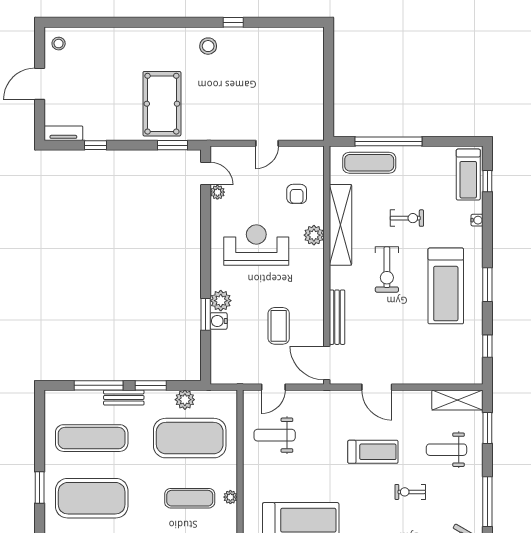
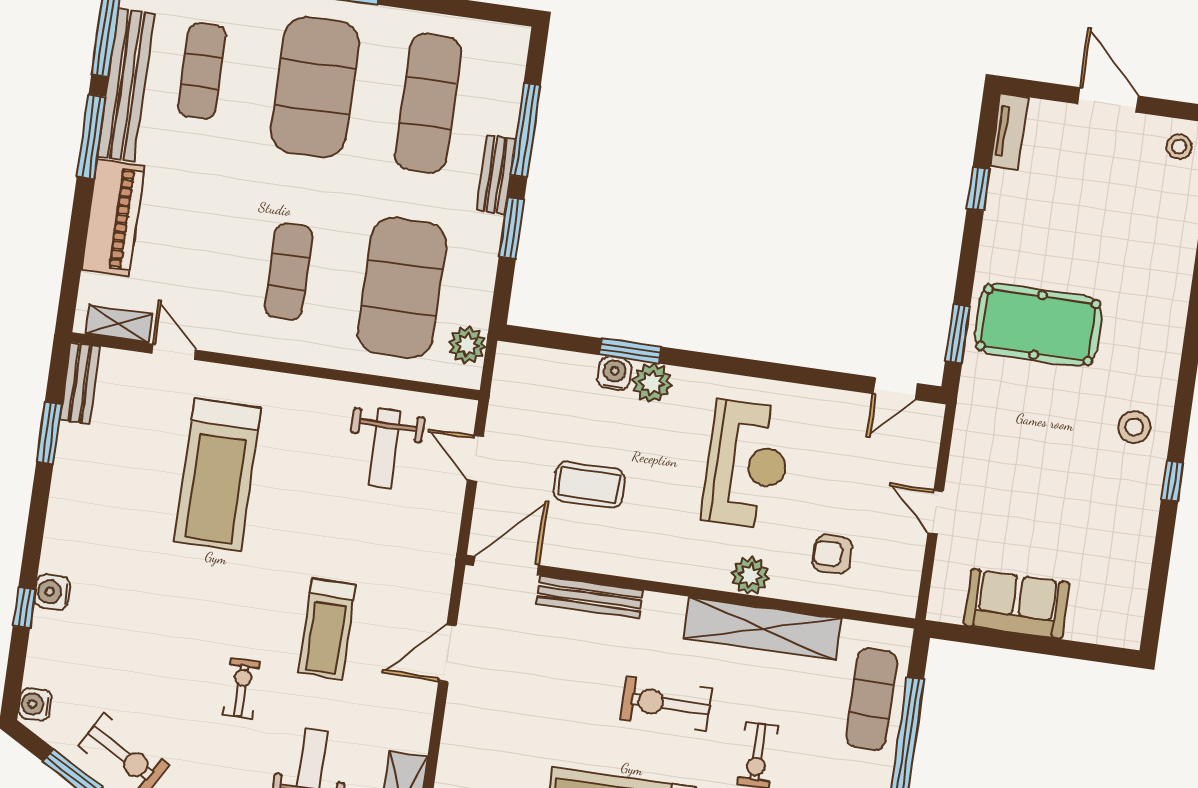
sofa: (309, 94) -> (1016, 604), added
plant: (217, 192) -> (857, 406), removed
plant: (185, 400) -> (467, 345), moved
weight bench: (275, 435) -> (385, 448), turned 180
plant: (230, 497) -> (280, 348), removed

